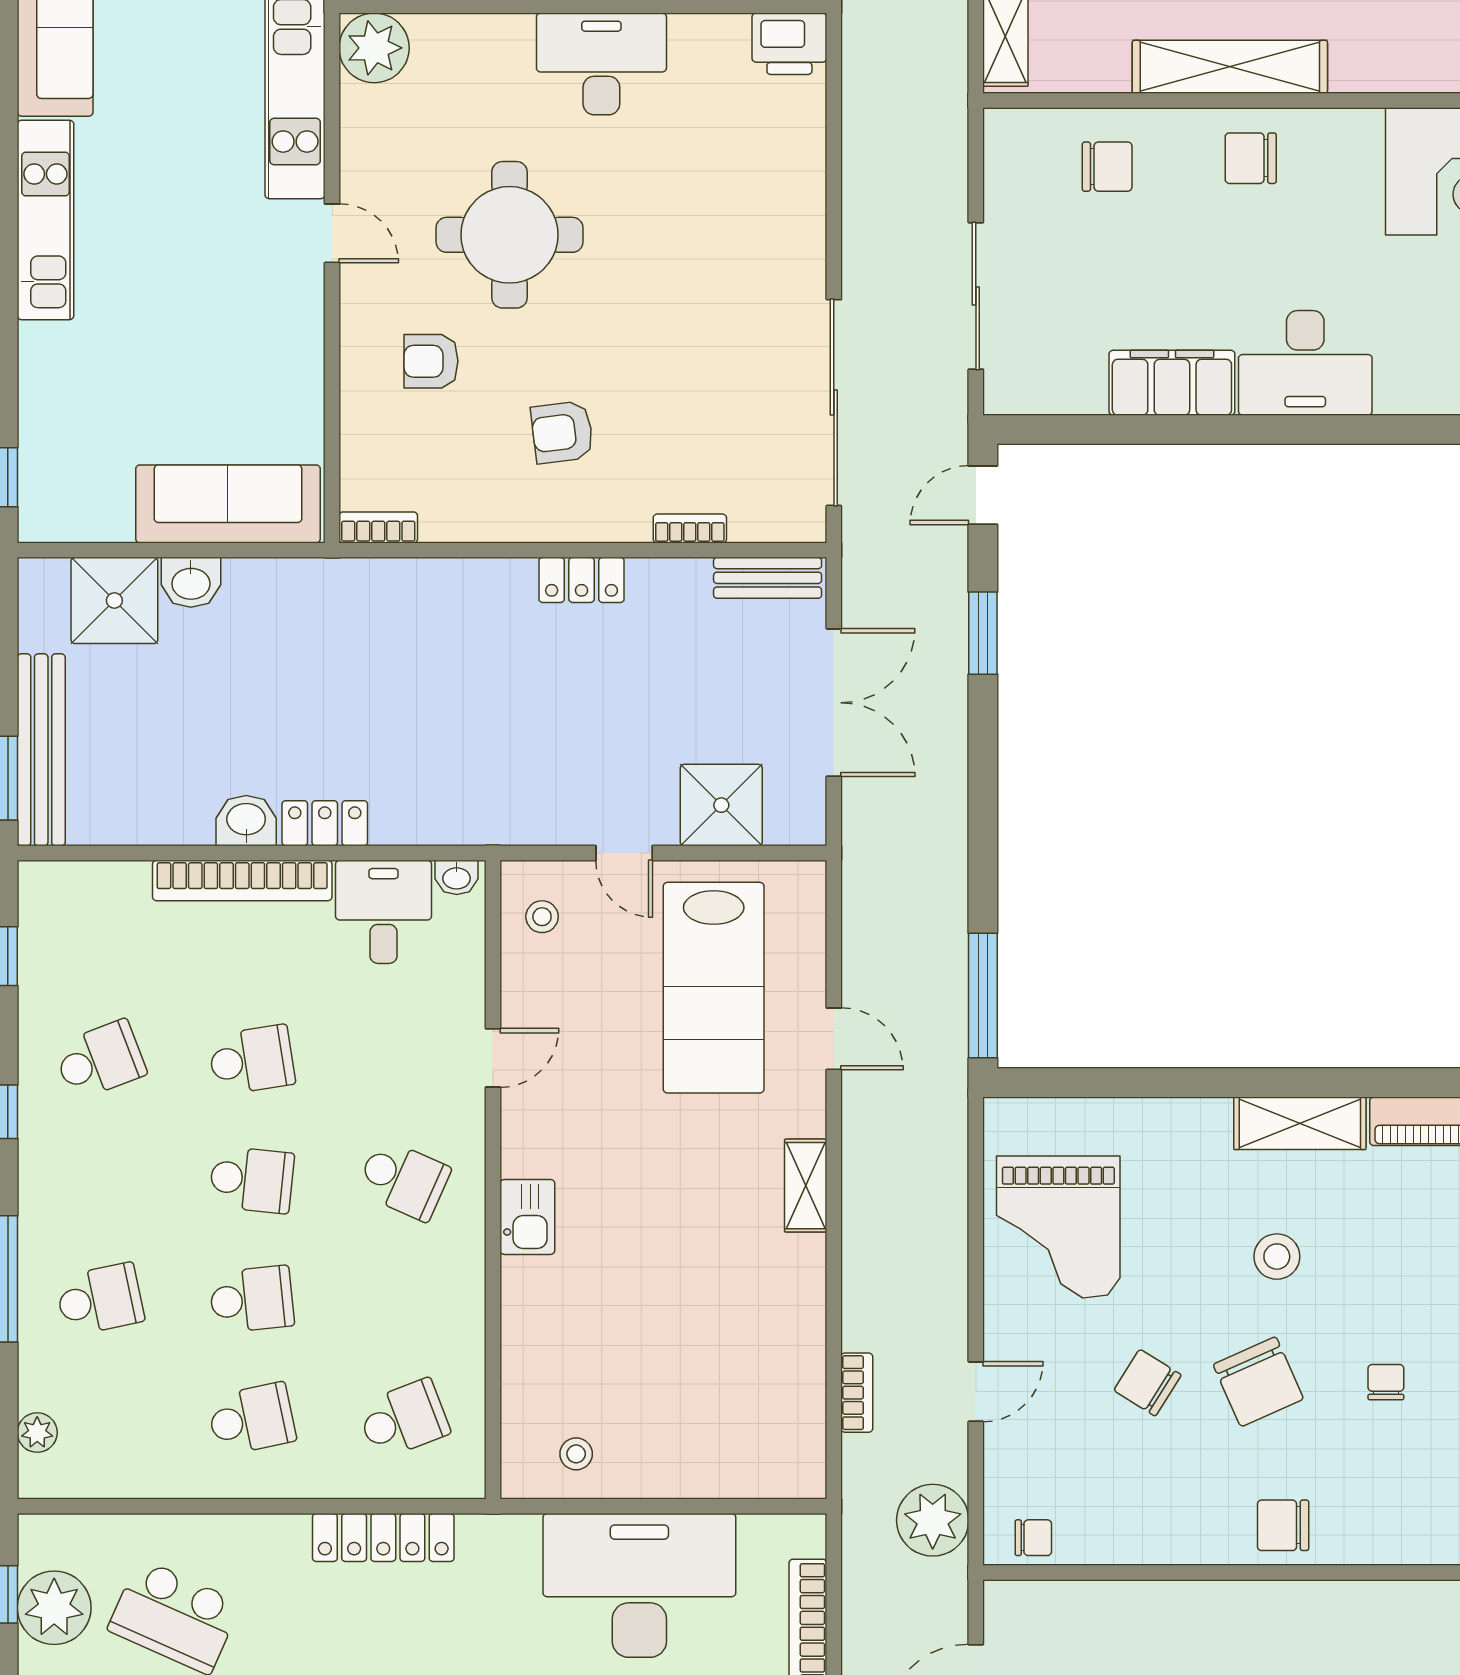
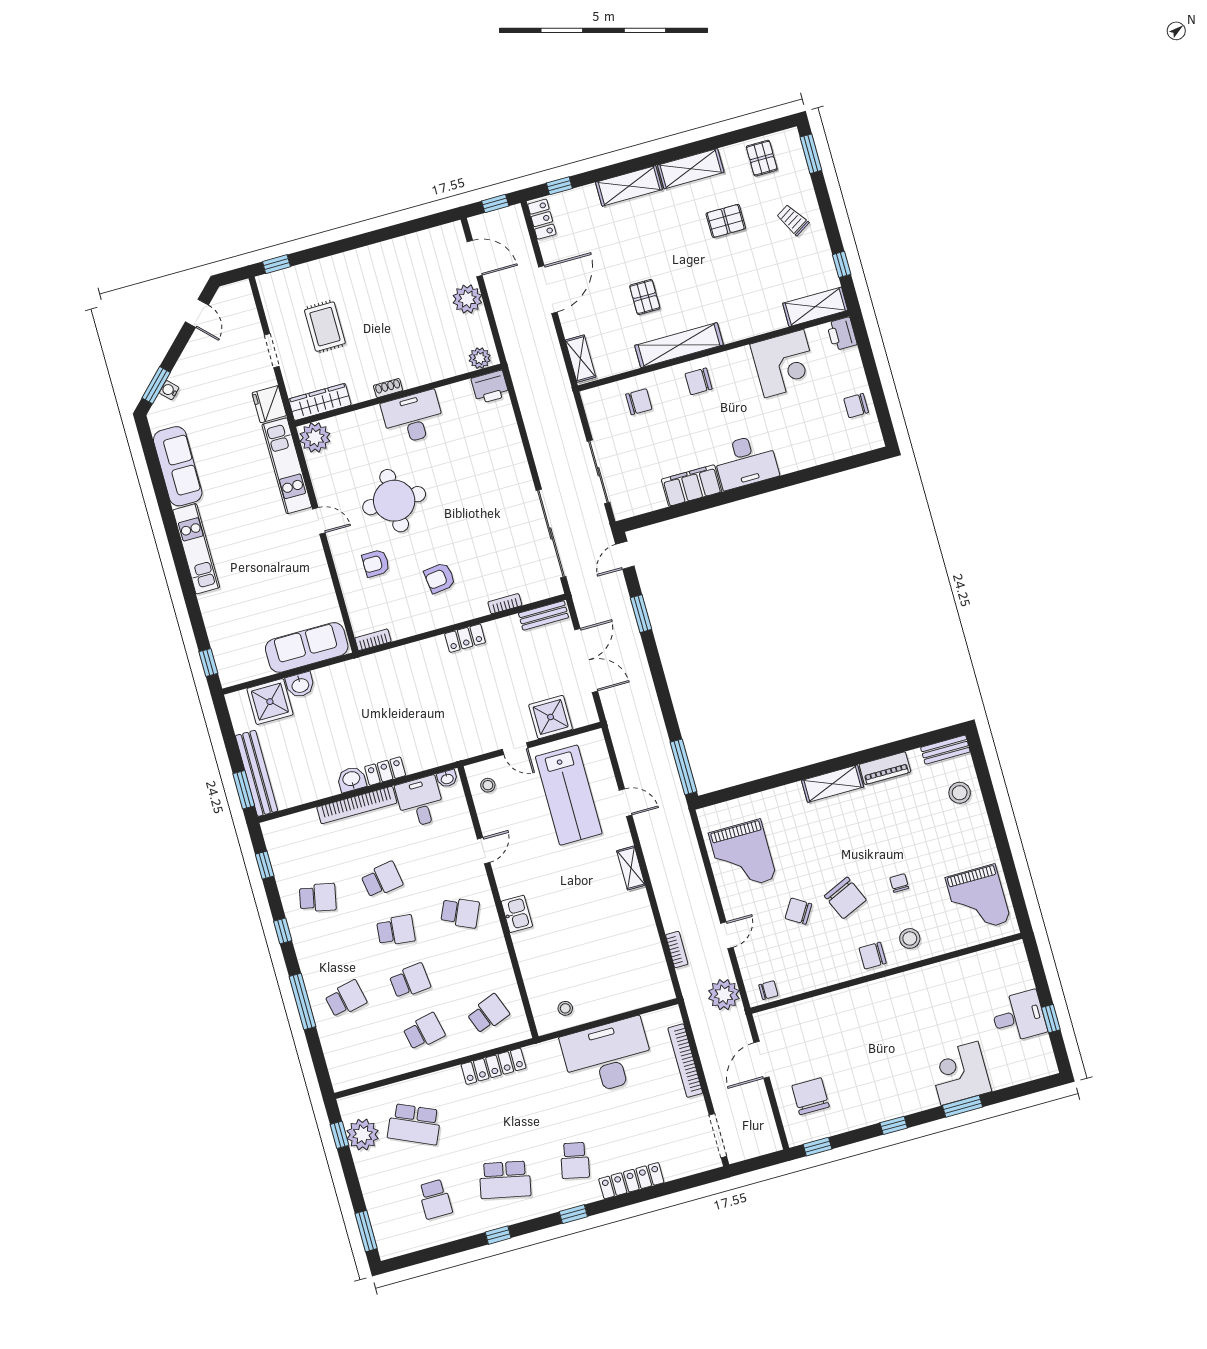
school desk: (100, 1060) -> (318, 898), turned 33
stool: (1277, 1257) -> (910, 938), moved
plant: (37, 1433) -> (335, 1063), removed

